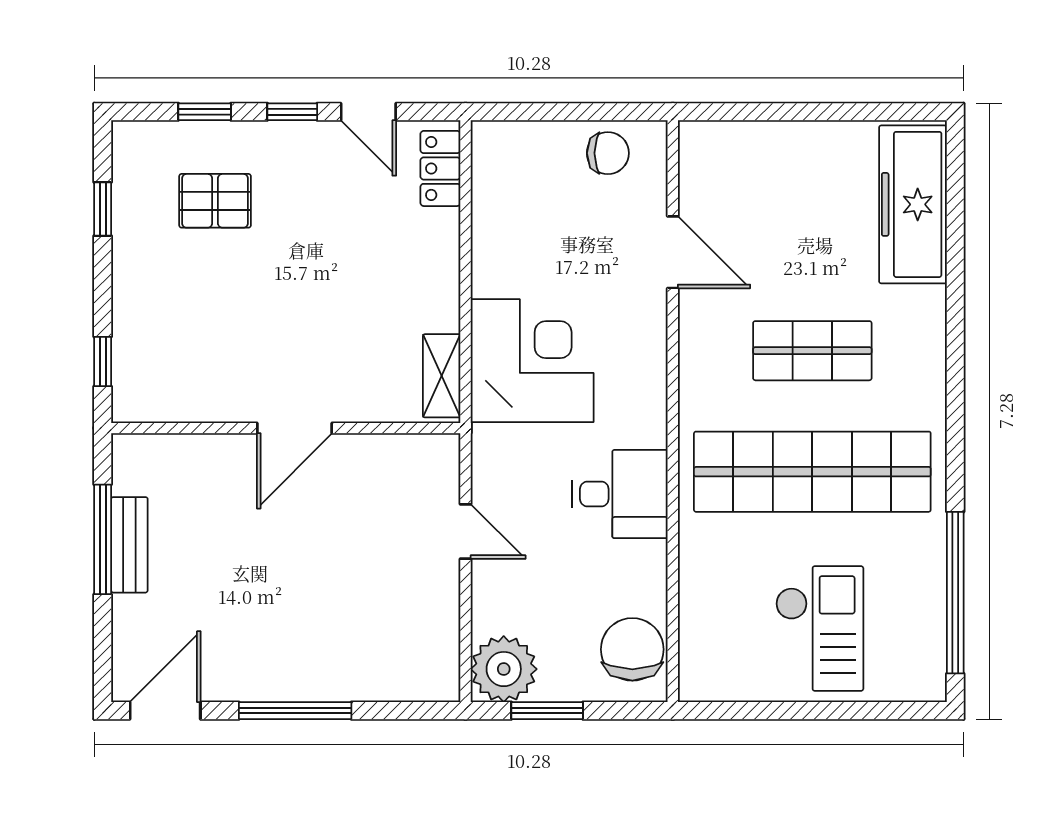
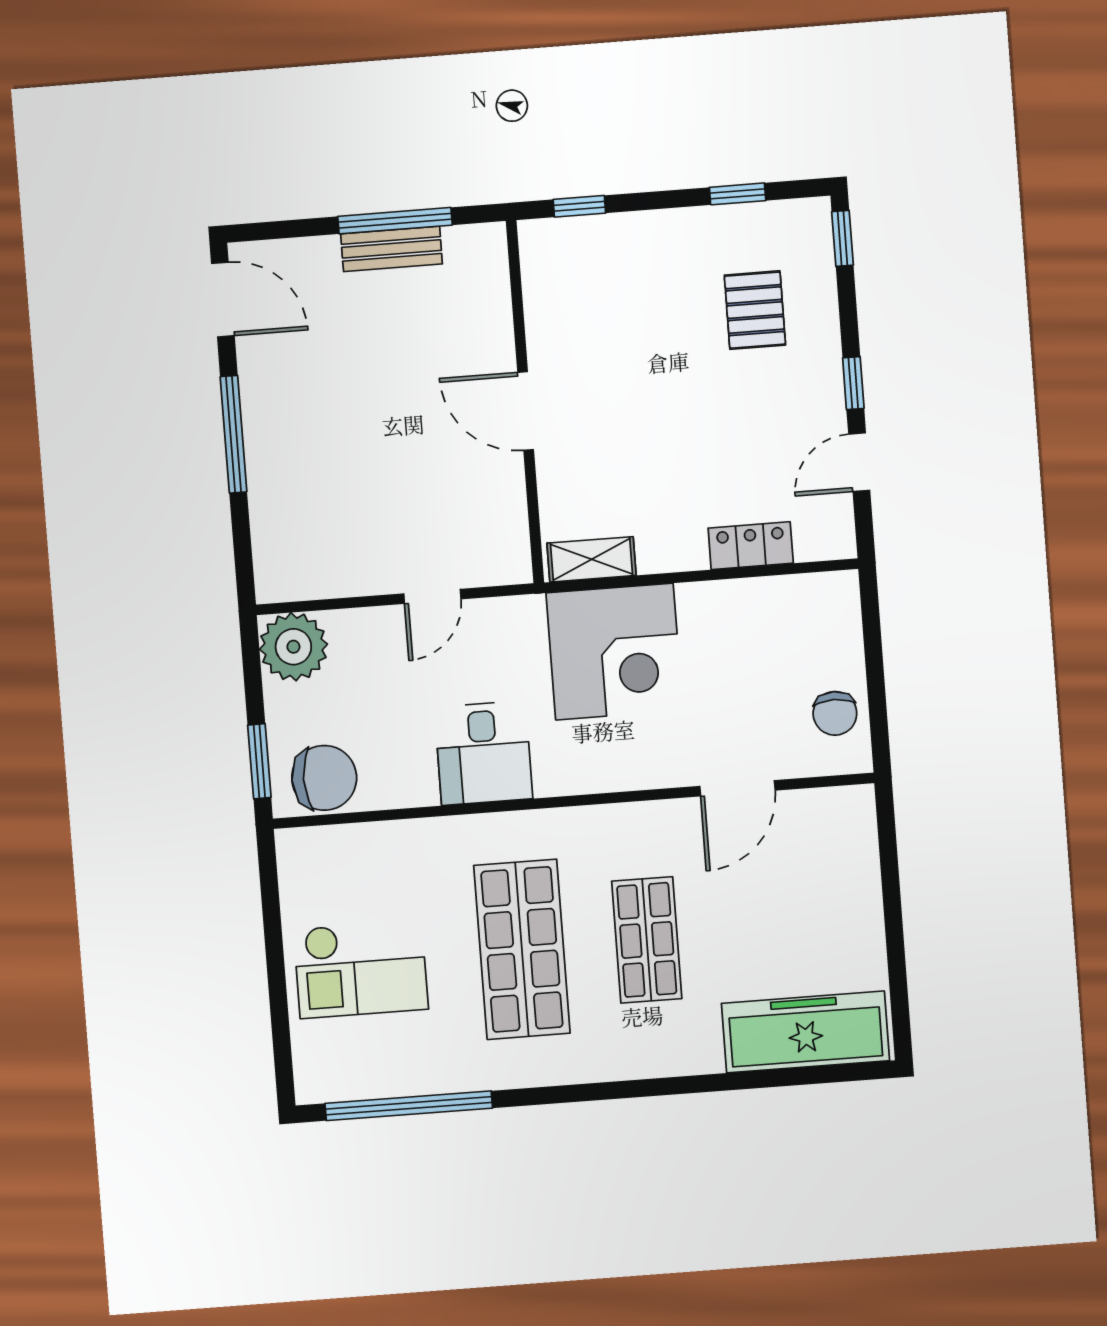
window: (205, 112) -> (842, 238), moved
locker: (440, 168) -> (751, 546), moved
shop shelf: (812, 472) -> (522, 949), width x0.71
window: (547, 711) -> (259, 761), moved

